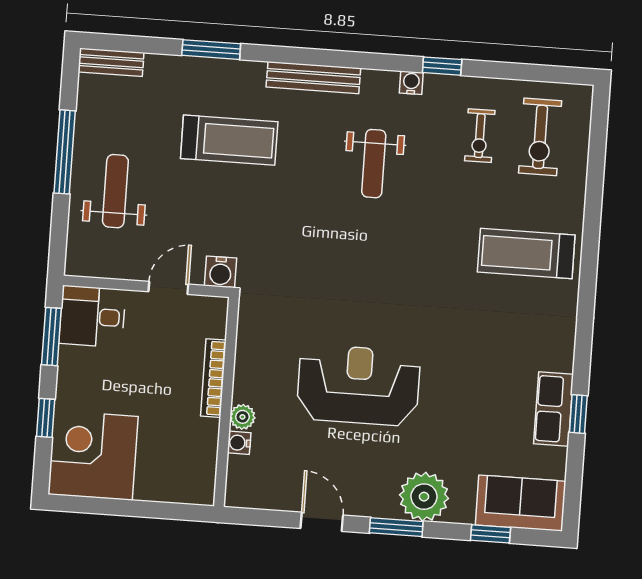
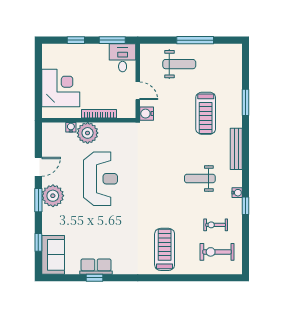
bench: (111, 62) -> (237, 58), removed
plant: (242, 417) -> (88, 133), width x1.88, depth x1.88
corner desk: (93, 455) -> (61, 88), moved
plant: (424, 497) -> (53, 196), moved

